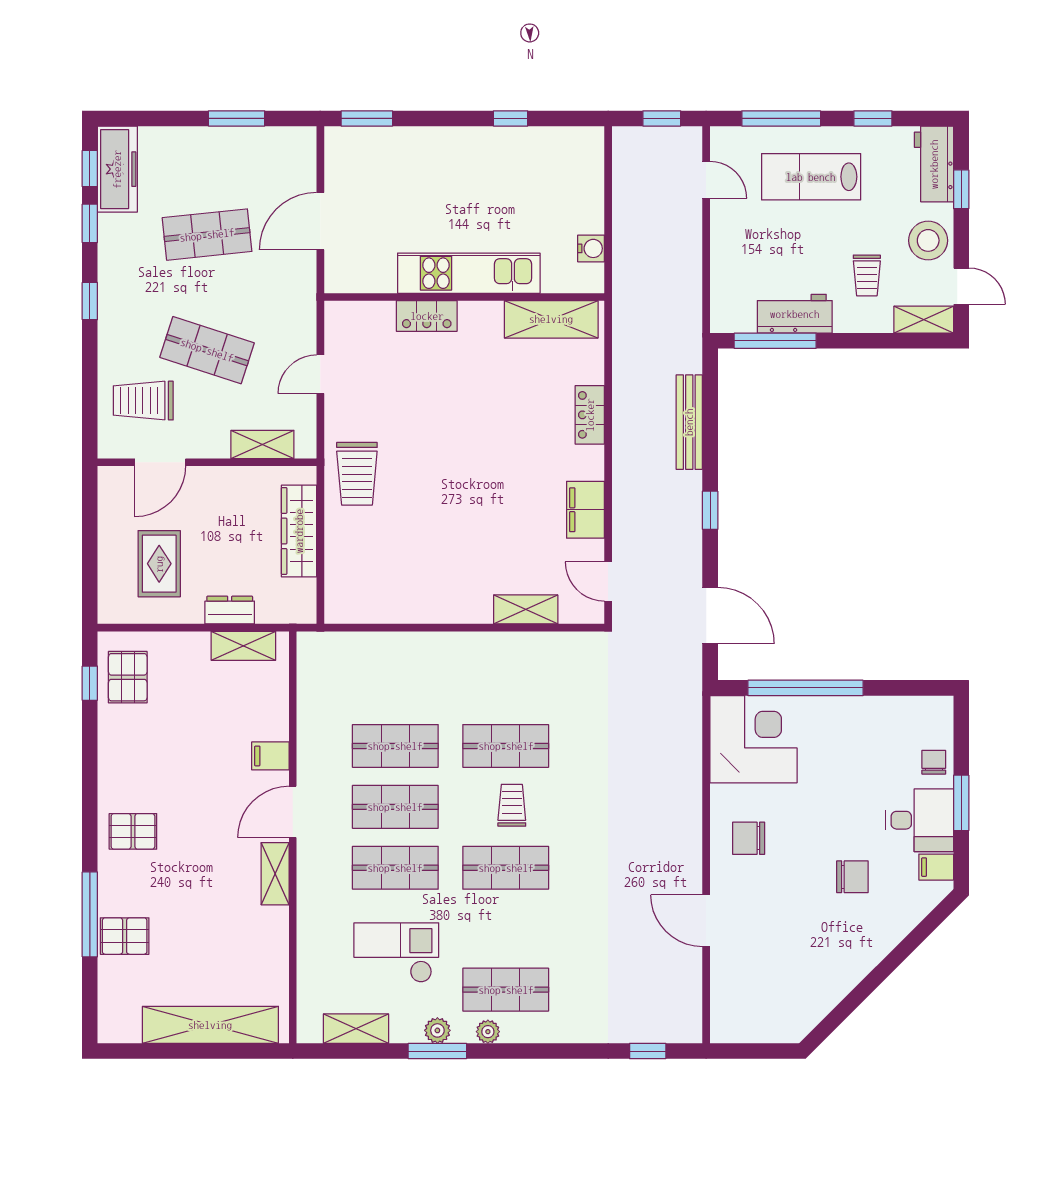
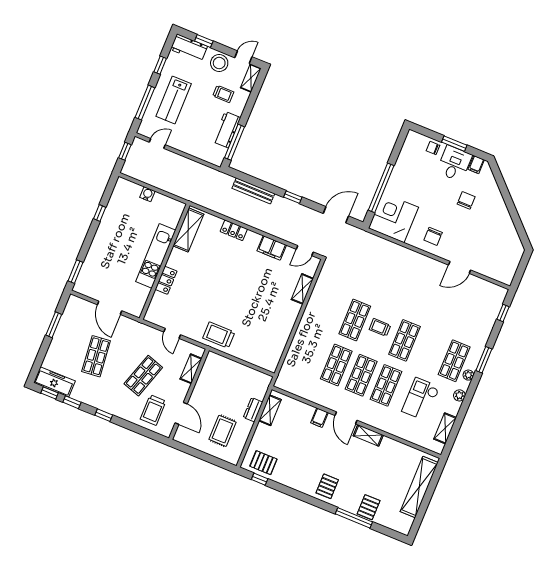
water cooler: (591, 248) -> (147, 194), moved
trolley: (357, 474) -> (219, 335), turned 180
wardrobe: (299, 531) -> (232, 368), removed
rug: (159, 564) -> (222, 431), turned 90
window: (437, 1051) -> (484, 360), moved

